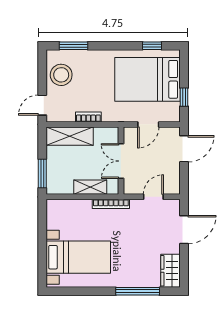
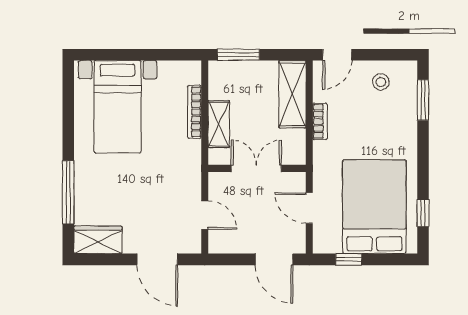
stool: (61, 75) -> (381, 82), width x0.53, depth x0.53
door: (42, 105) -> (337, 55), swing flipped
bookcase: (111, 204) -> (194, 112), moved

